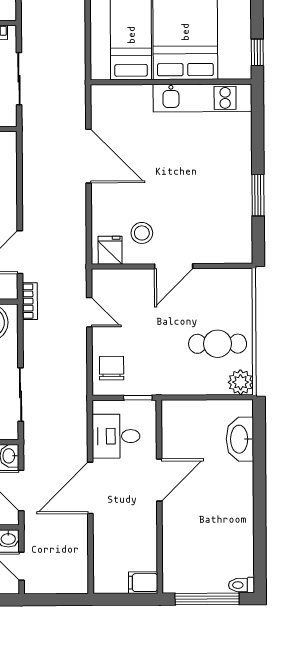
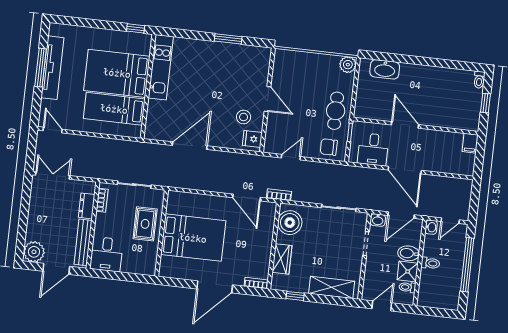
cafe table: (218, 344) -> (336, 111), moved
window: (207, 599) -> (486, 103), width x0.46

